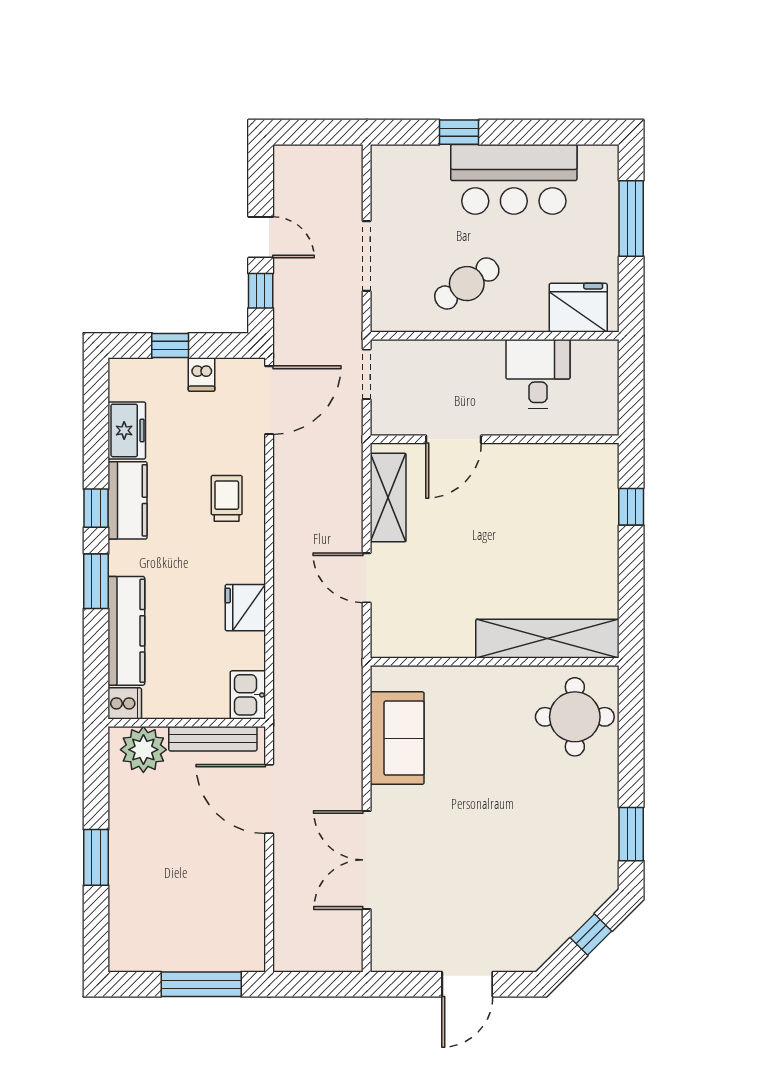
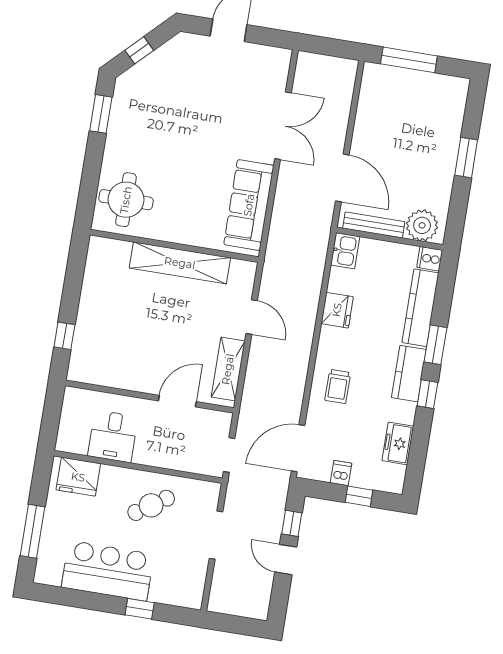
kitchen counter: (128, 500) -> (409, 374), moved
shelving: (547, 639) -> (180, 263), moved
sofa: (397, 738) -> (249, 205), width x1.36

